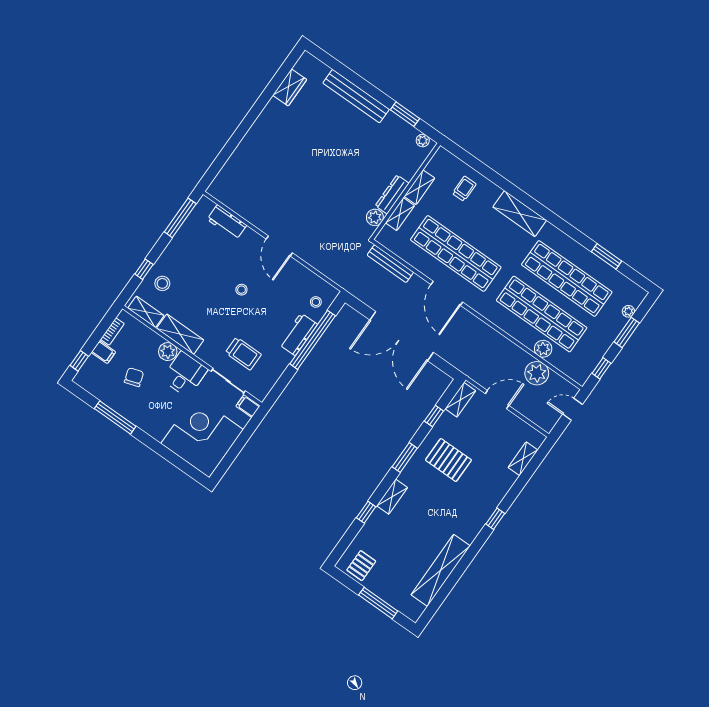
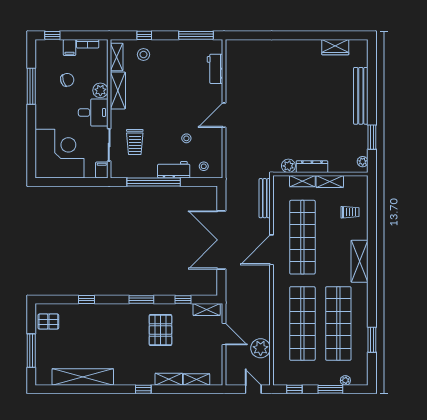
stool: (241, 290) -> (186, 138), moved
window: (313, 340) -> (154, 182), moved
plant: (543, 349) -> (280, 341), removed
shelving: (392, 497) -> (169, 379), moved

